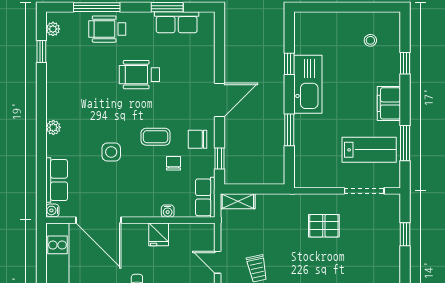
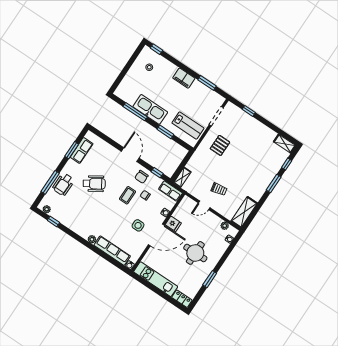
window: (405, 63) -> (156, 49), moved
window: (289, 64) -> (135, 112), width x2.17
wheelchair: (139, 75) -> (94, 184), turned -122
lab bench: (369, 150) -> (188, 126), moved, turned 90
side table: (111, 152) -> (138, 225), moved
row of seats: (57, 180) -> (112, 251), width x1.48
door: (98, 220) -> (156, 235), moved

